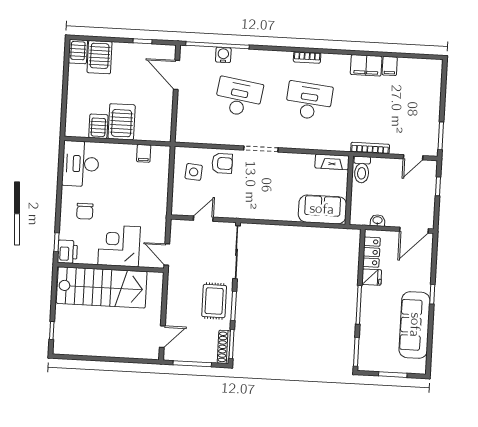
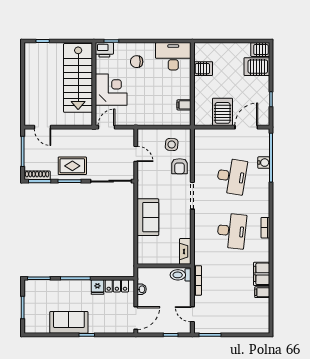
server rack: (122, 122) -> (223, 112), moved, turned -90
sofa: (322, 209) -> (148, 217), moved
door: (414, 230) -> (136, 318), swing flipped
sofa: (415, 325) -> (69, 322), width x0.73

